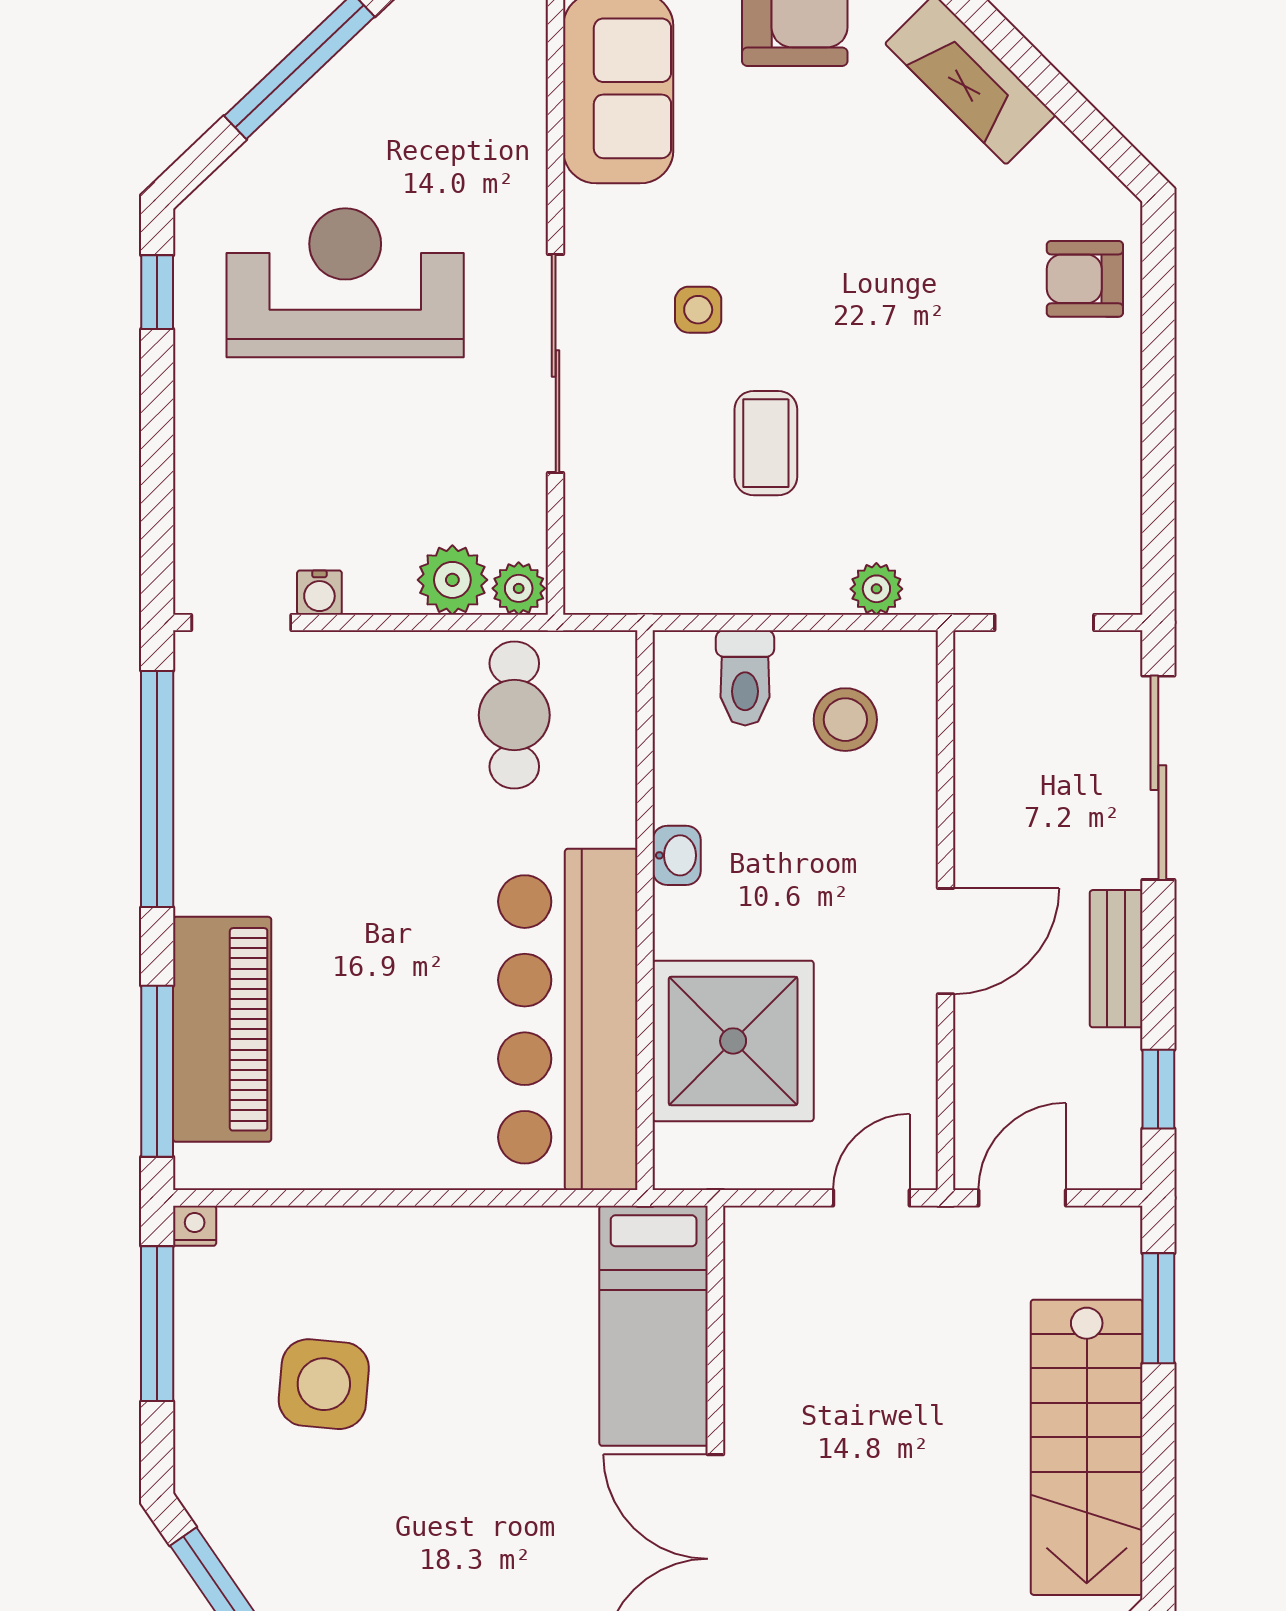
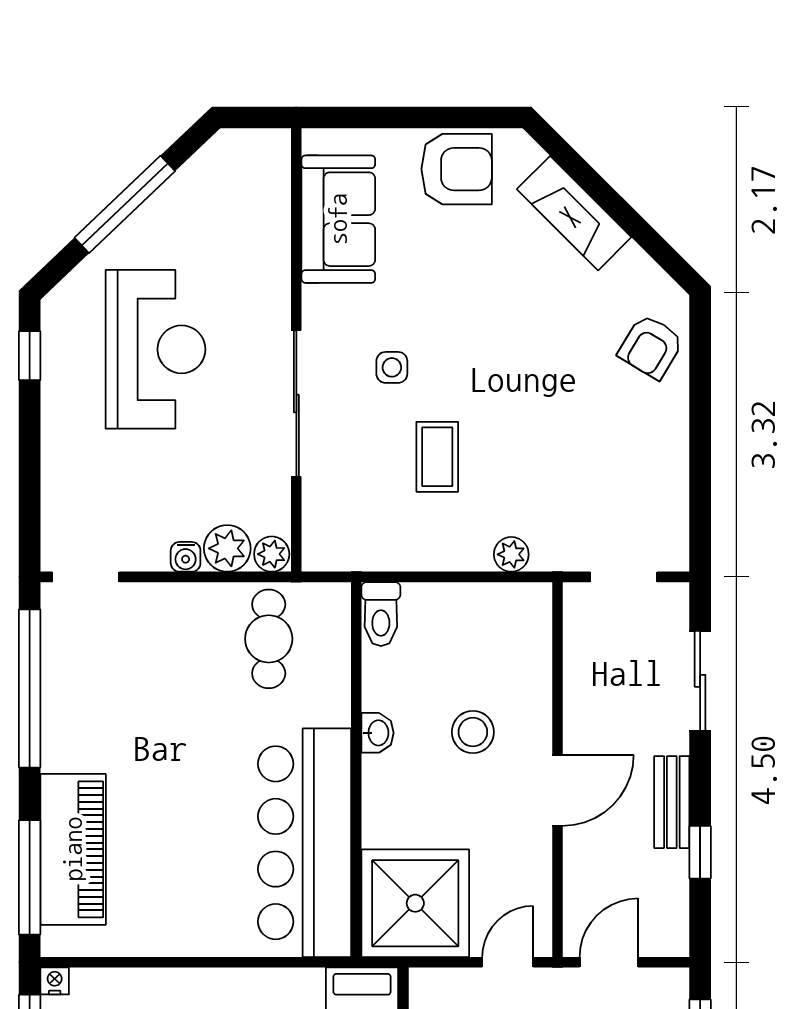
armchair: (1085, 279) -> (651, 347), turned -59
reception desk: (345, 283) -> (155, 349), turned 90
water cooler: (319, 593) -> (186, 557), moved
toilet: (745, 678) -> (381, 614), moved
stool: (845, 720) -> (473, 732), moved
sliding door: (1158, 778) -> (700, 681), width x0.73
shower: (733, 1041) -> (415, 903), moved
window: (1158, 1089) -> (700, 852), moved

